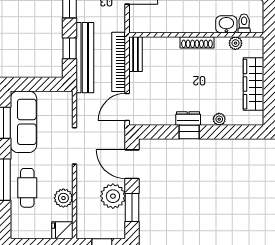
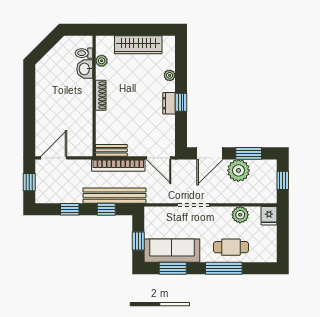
window: (34, 84) -> (138, 241), added

